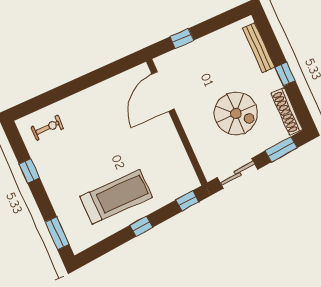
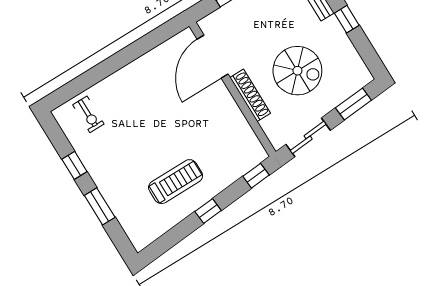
shoe rack: (287, 111) -> (250, 95), moved, turned 180
exercise bike: (47, 128) -> (88, 114), turned 90
treadmill: (116, 197) -> (176, 182), width x0.73, depth x0.73
window: (57, 233) -> (100, 206), moved

